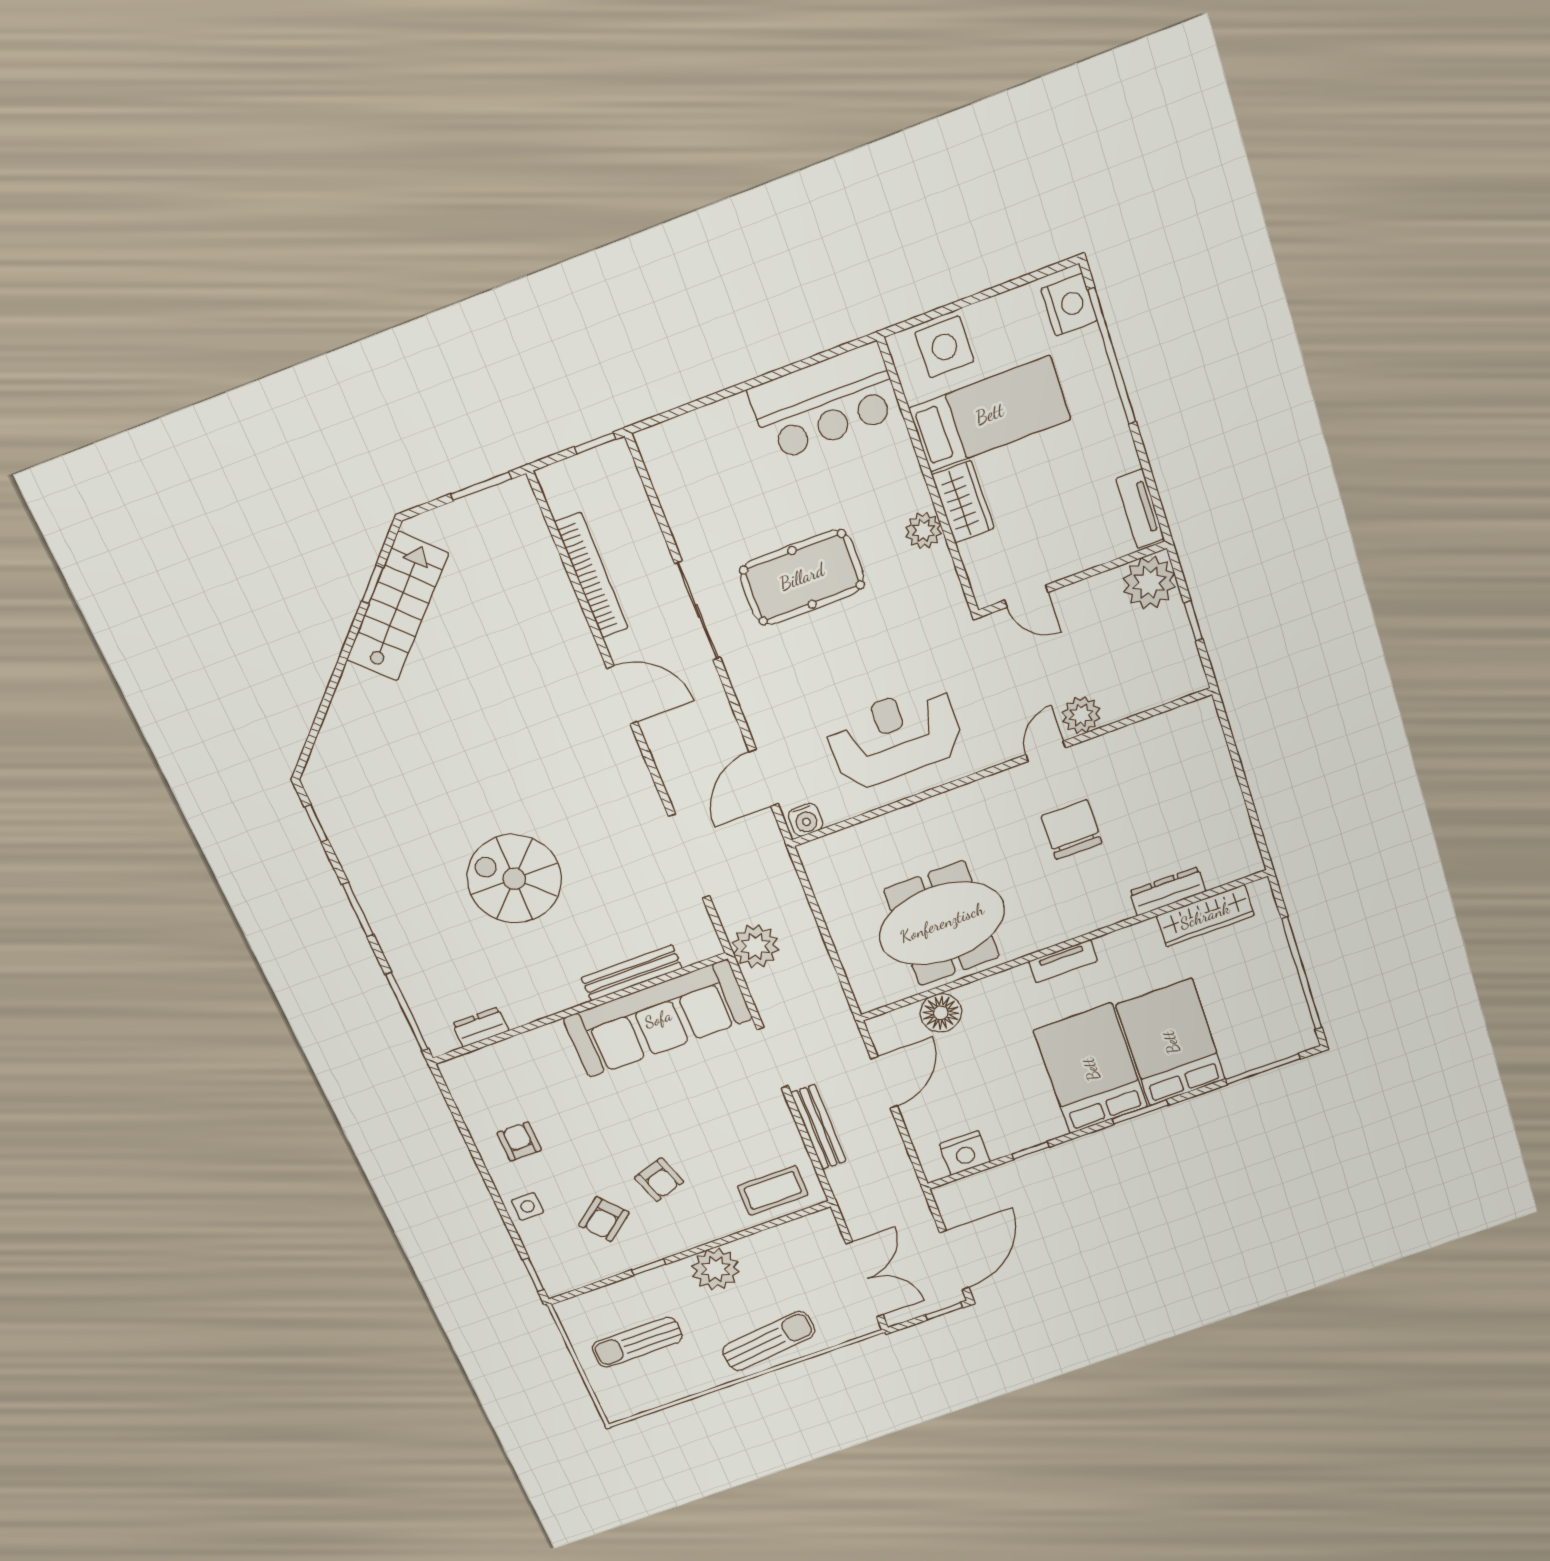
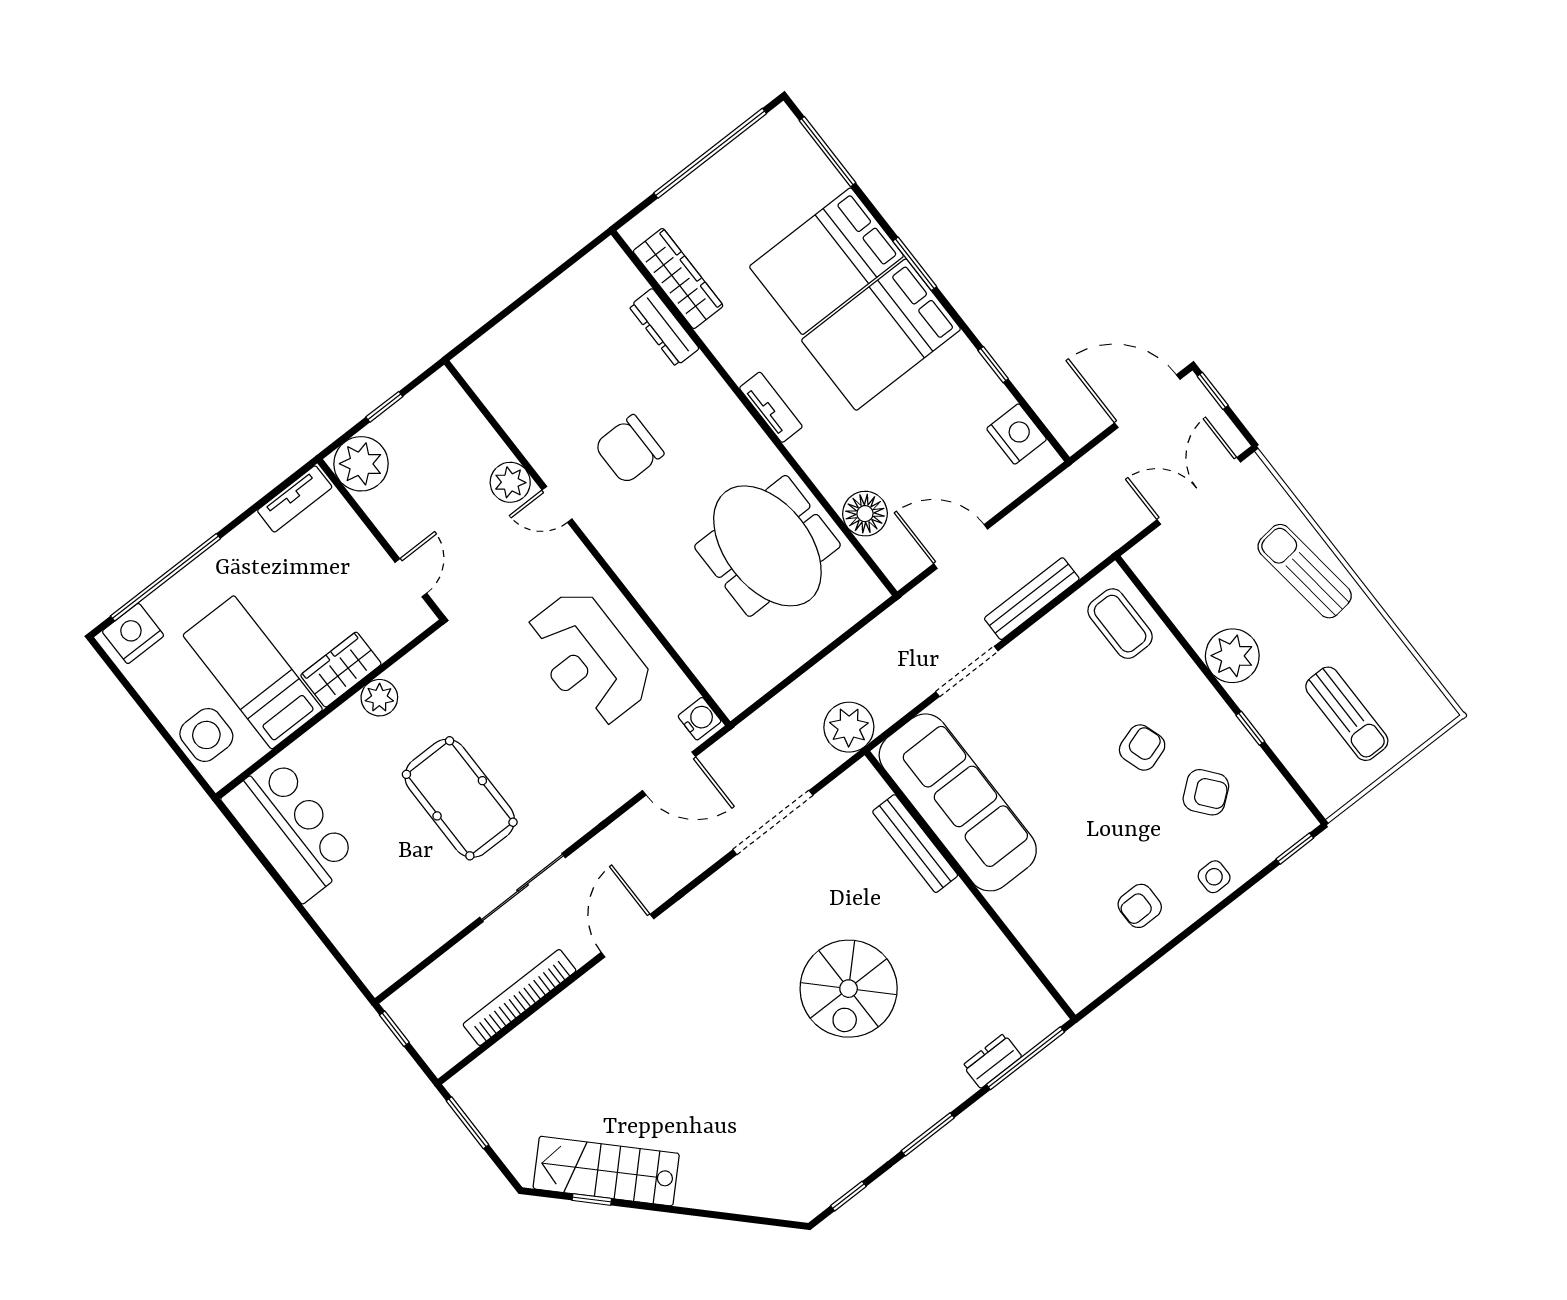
dresser: (480, 1027) -> (992, 1061), moved, turned 90

